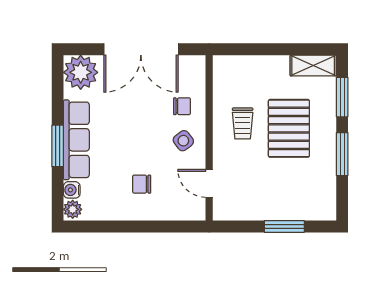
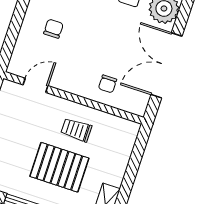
side table: (183, 141) -> (78, 75), removed

